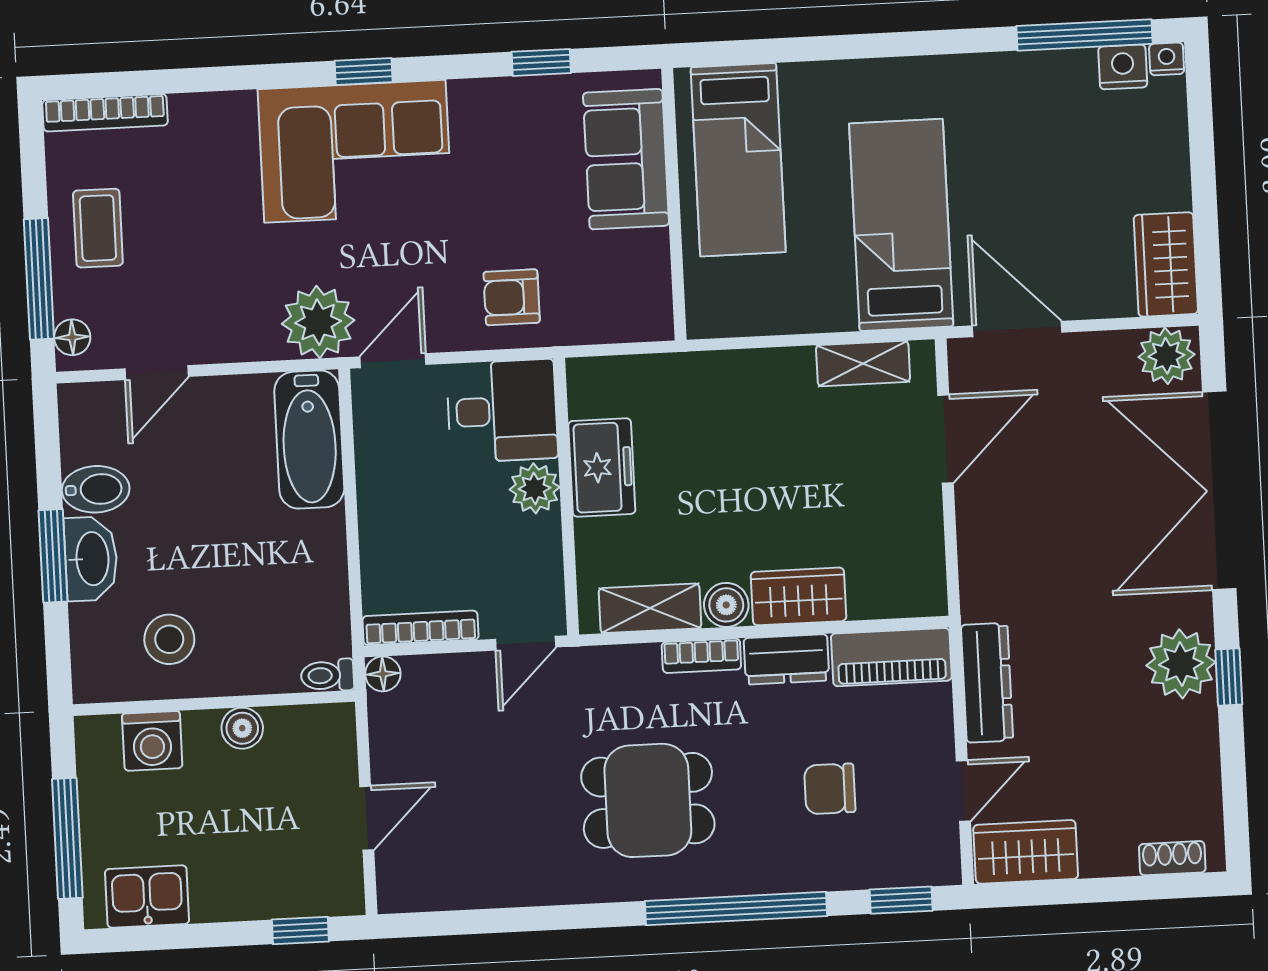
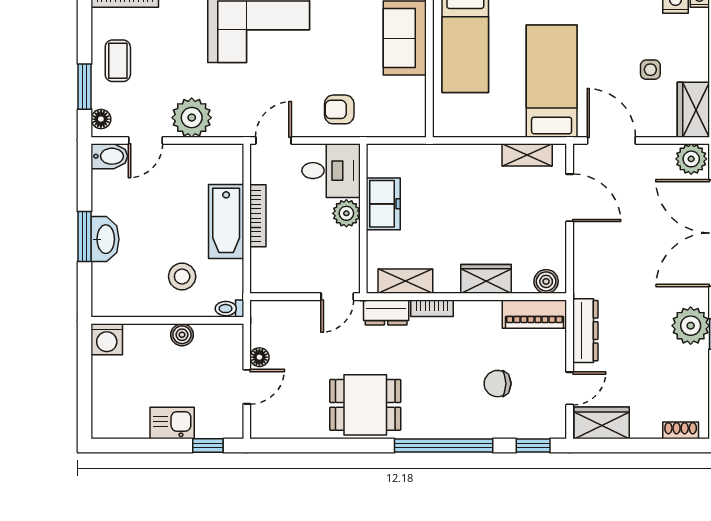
side table: (1083, 195) -> (650, 70), added
window: (39, 279) -> (85, 87), width x0.69
plant: (318, 322) -> (192, 118), moved
door: (946, 439) -> (570, 198), hinge flipped
bathtub: (309, 440) -> (226, 222), moved
bidet: (96, 489) -> (109, 156), moved
boiler: (726, 605) -> (546, 281), moved
bookcase: (421, 628) -> (258, 216), moved, turned 90
stool: (169, 639) -> (182, 276), moved
dresser: (786, 659) -> (386, 312), moved
floor lamp: (383, 674) -> (259, 357), moved
washing machine: (152, 741) -> (107, 339), moved
dining table: (648, 800) -> (365, 405), moved
window: (67, 838) -> (85, 389), removed
kitchen sink: (147, 896) -> (172, 423), moved

